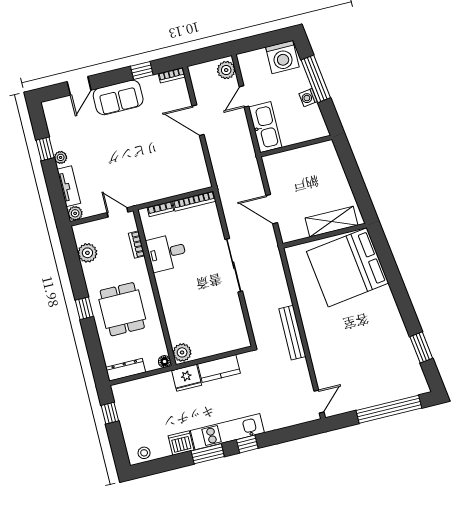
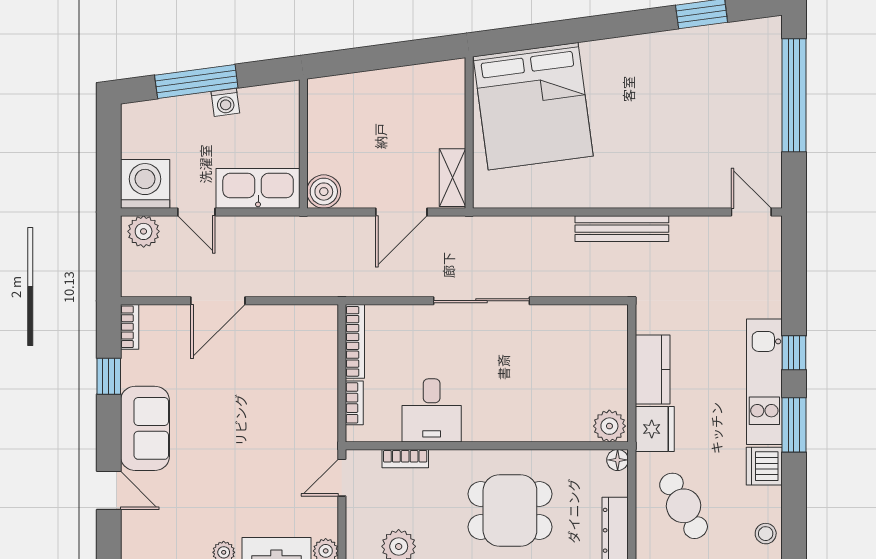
washing machine: (282, 57) -> (145, 184), moved, turned -90
boiler: (272, 164) -> (324, 192), added
shelving: (332, 222) -> (452, 178), moved, width x0.67, depth x0.75
cafe table: (148, 404) -> (684, 506), added

